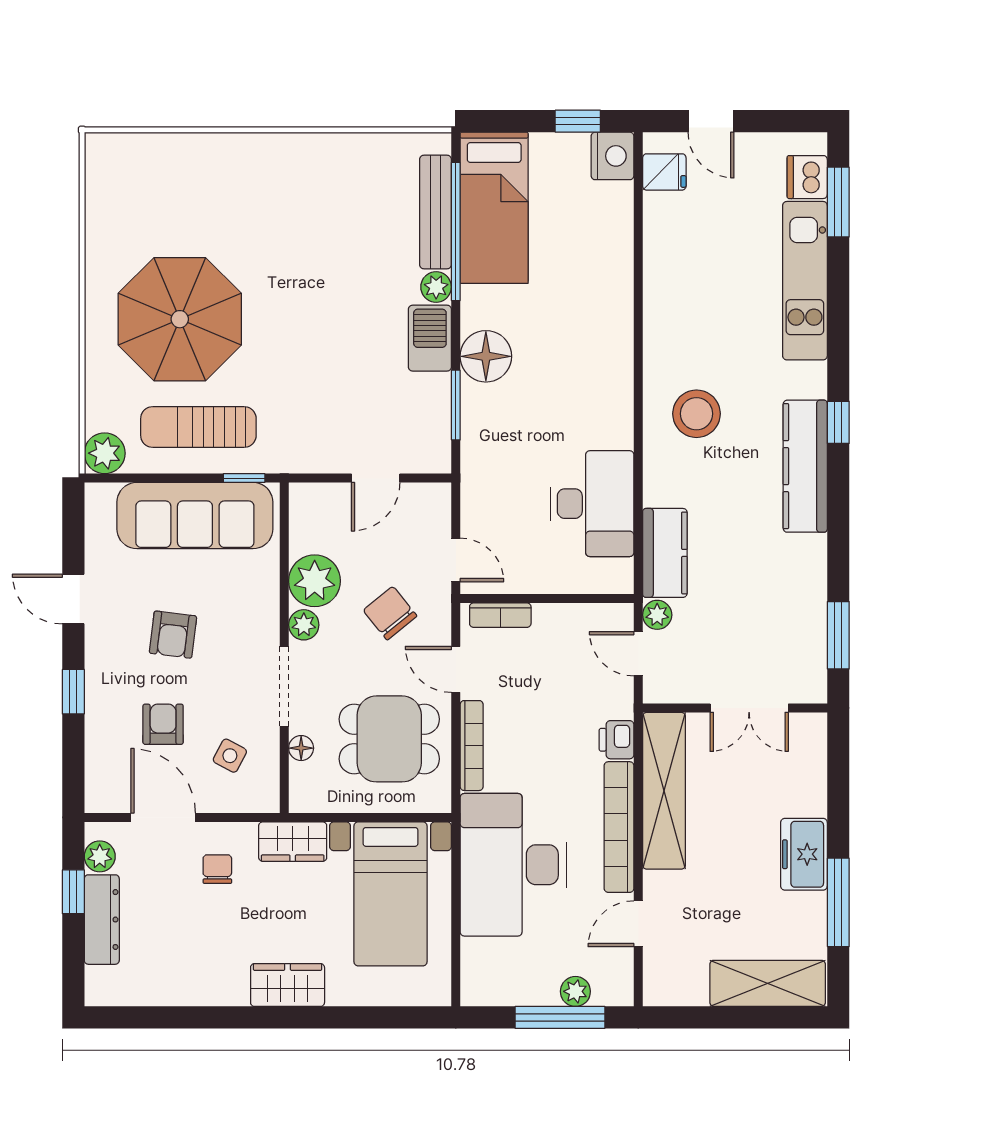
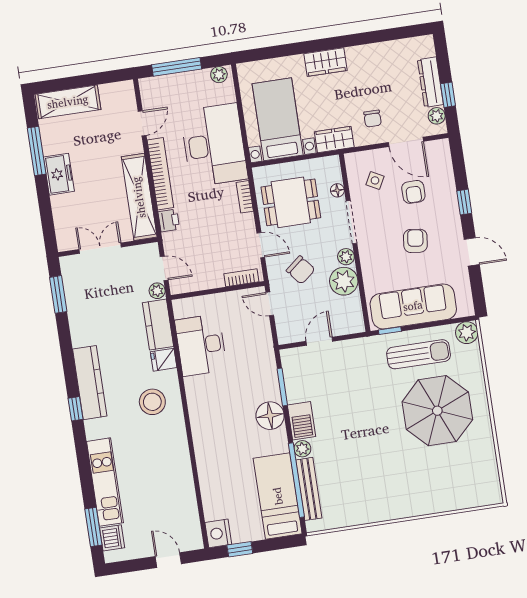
fridge: (664, 172) -> (164, 360), moved
bookcase: (472, 746) -> (245, 197), width x0.64
plant: (575, 991) -> (219, 75), moved

